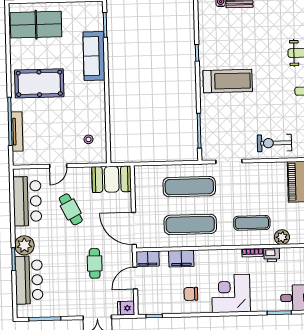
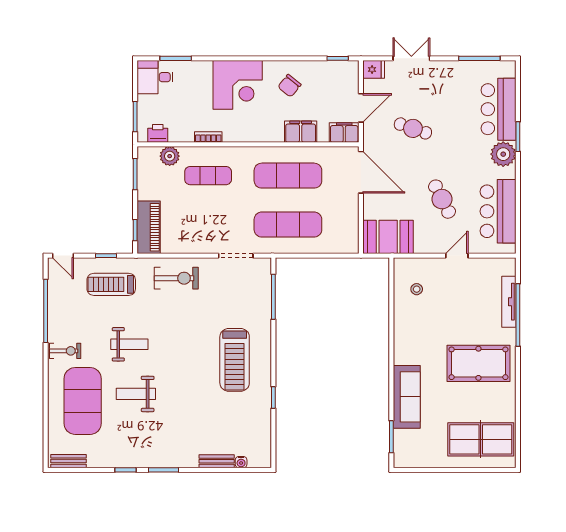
treadmill: (228, 81) -> (235, 360), turned -90
printer: (272, 255) -> (158, 133), moved
cafe table: (95, 263) -> (413, 128), turned -71
chair: (191, 294) -> (289, 86), turned 129

